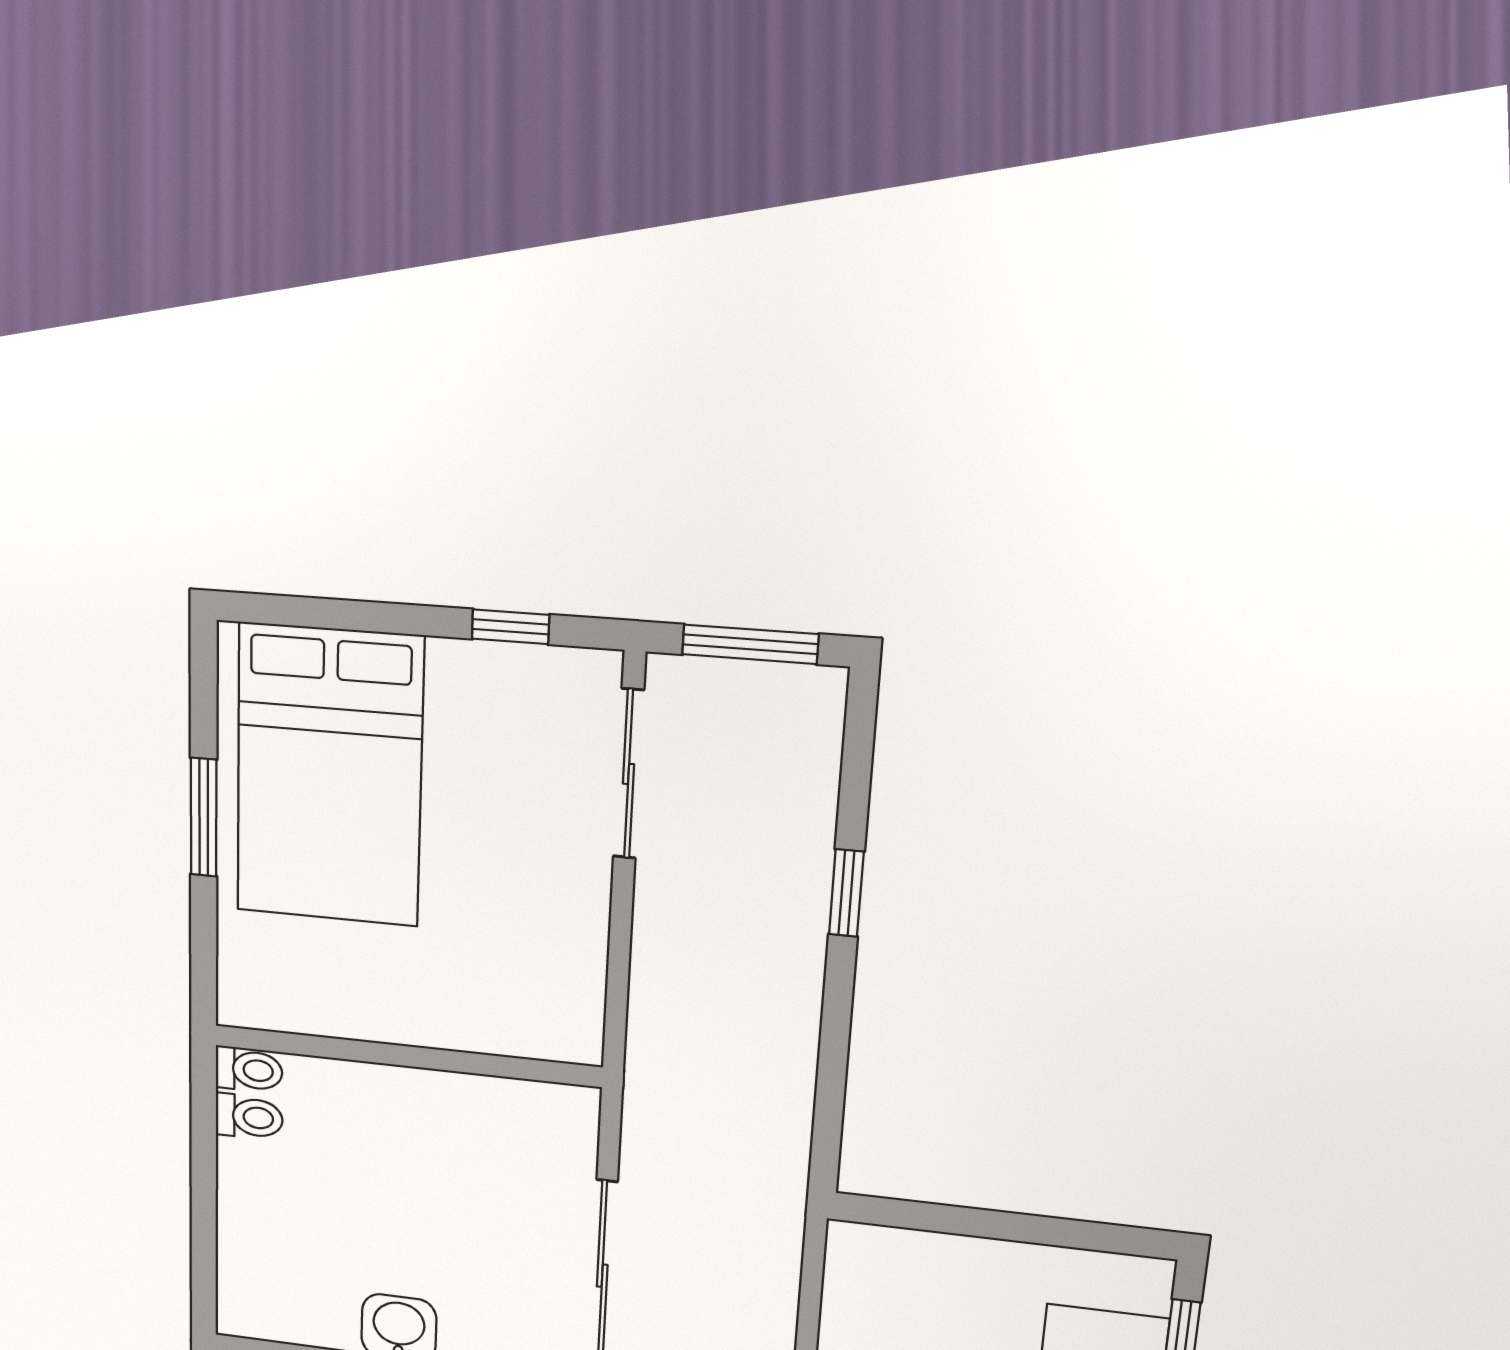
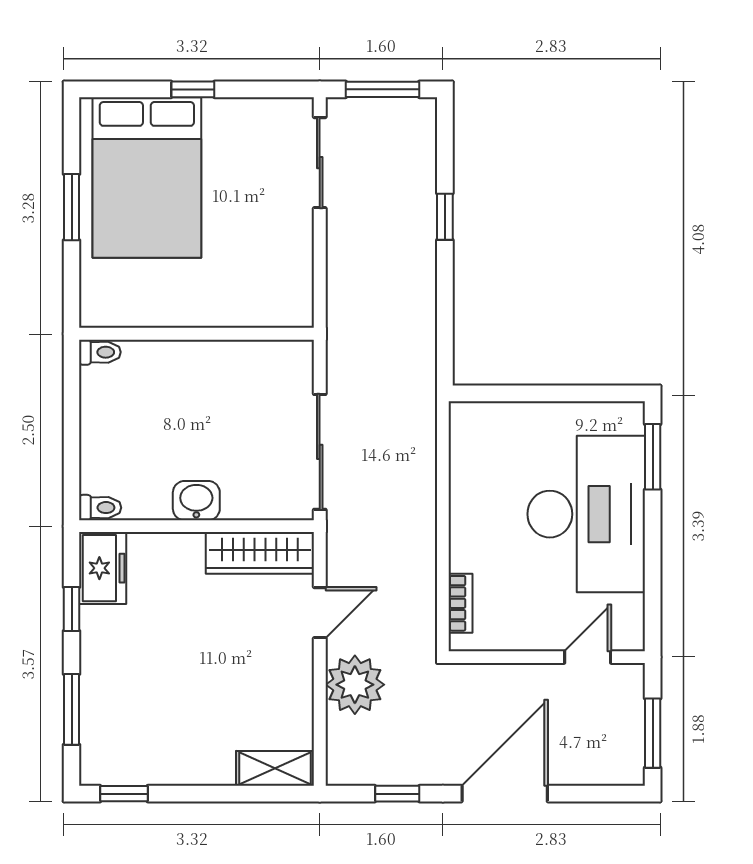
window: (510, 627) -> (193, 89), moved
toilet: (249, 1117) -> (100, 508), moved

